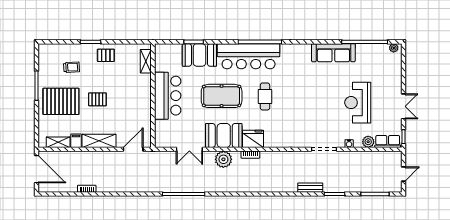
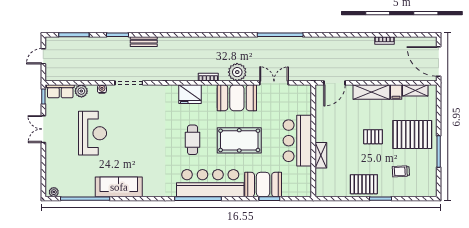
pallet: (106, 55) -> (364, 184), width x1.50, depth x1.42
shelving: (146, 61) -> (321, 155), moved
fridge: (253, 139) -> (190, 94), moved

